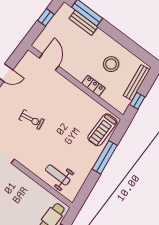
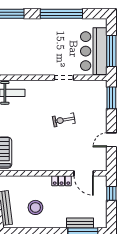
window: (46, 17) -> (111, 193), moved
locker: (93, 86) -> (61, 181), moved

